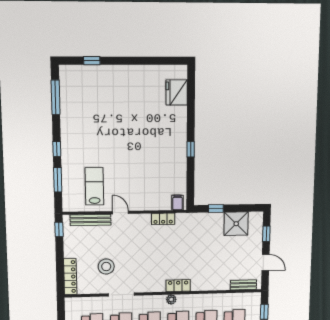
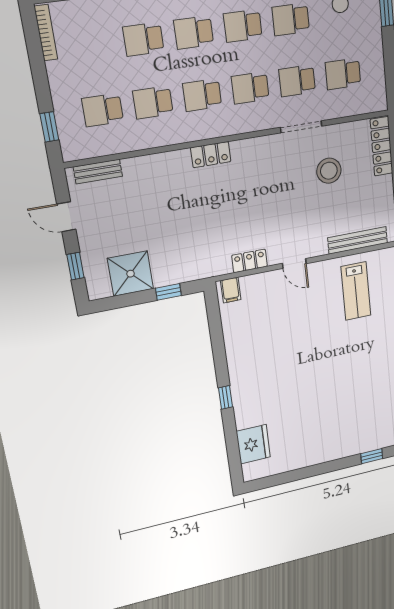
window: (191, 149) -> (225, 397), moved
door: (120, 212) -> (294, 264), moved
plant: (171, 299) -> (219, 129), removed

